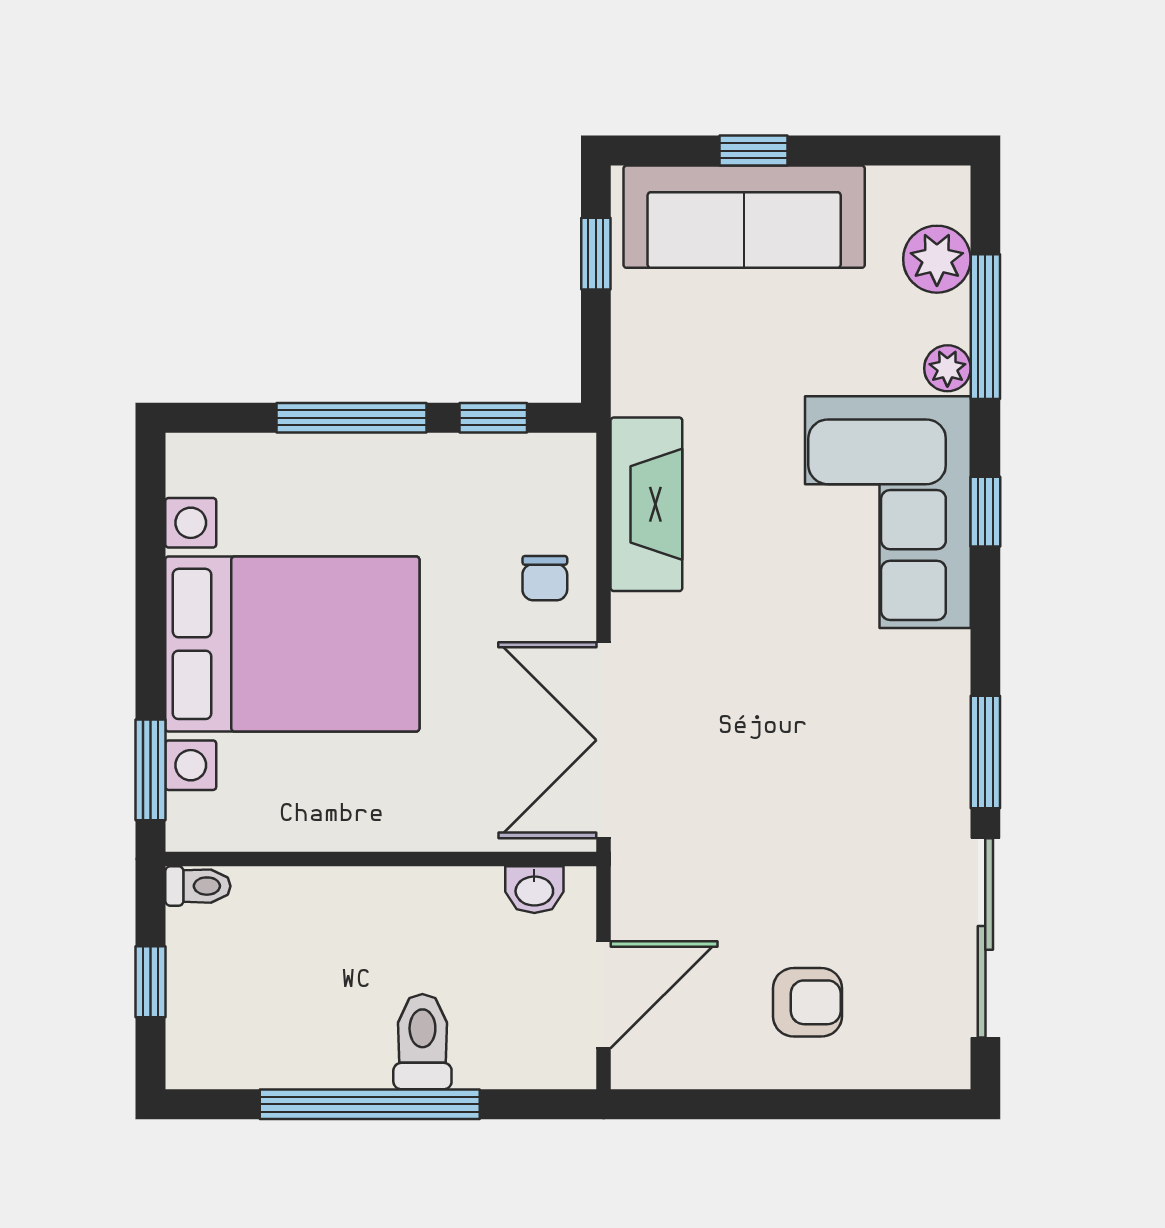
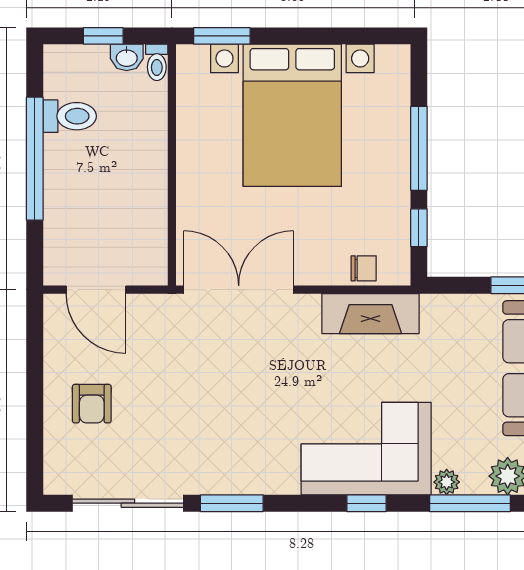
chair: (545, 578) -> (364, 268), moved, turned 180
washbasin: (534, 890) -> (127, 57), moved, turned -90
toilet: (422, 1042) -> (70, 116), moved

